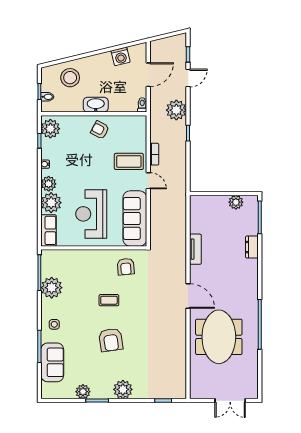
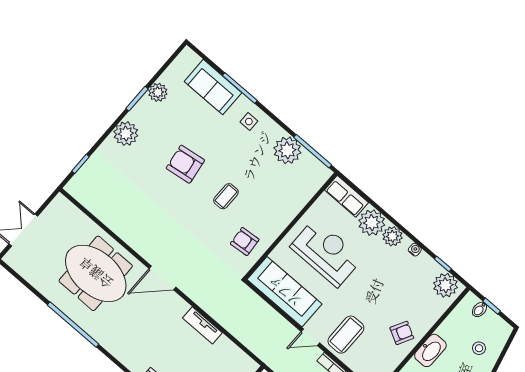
stool: (70, 78) -> (479, 348), width x0.53, depth x0.53

